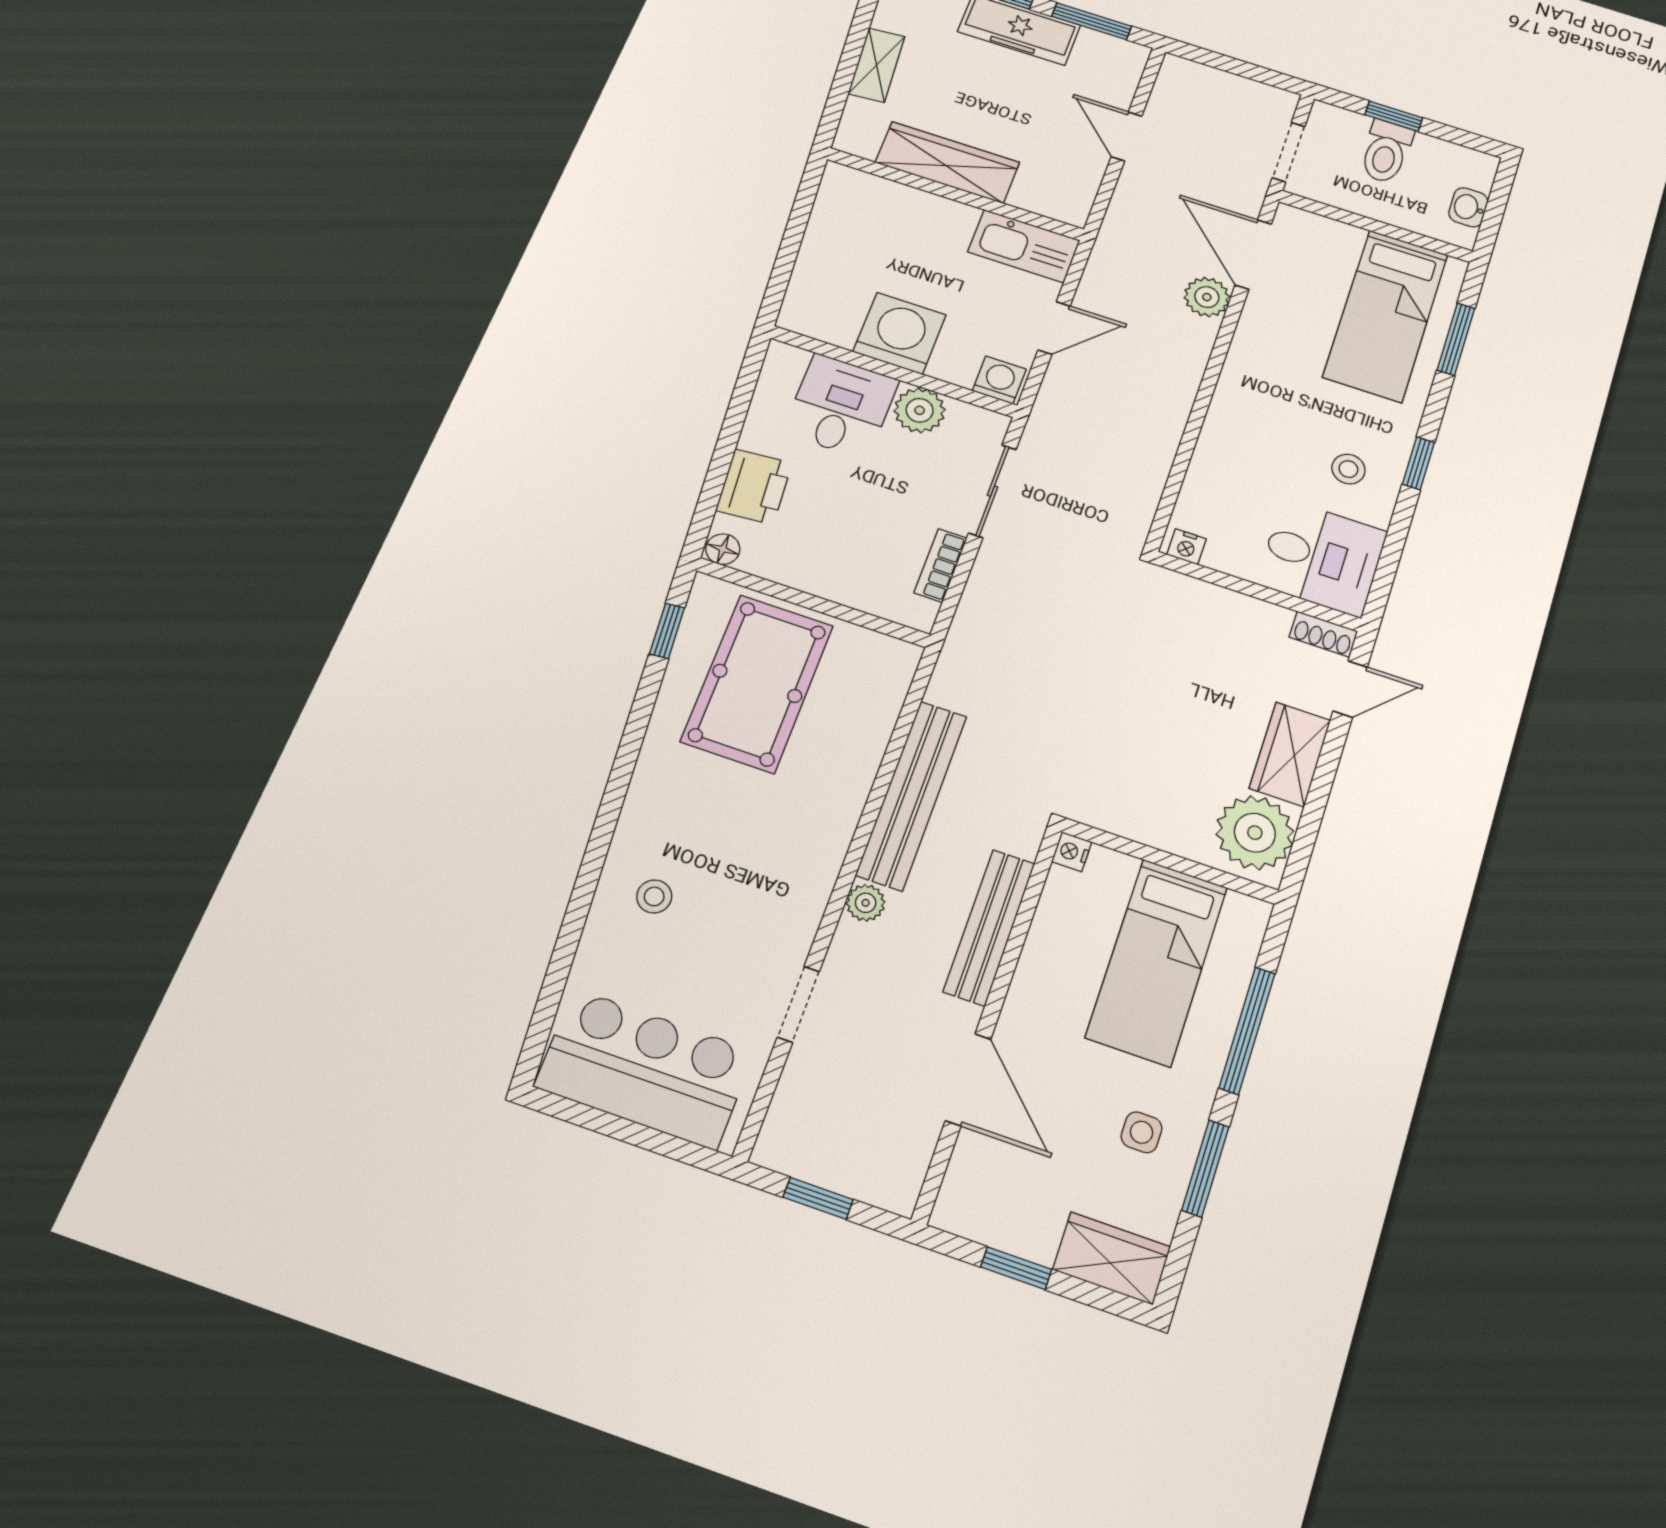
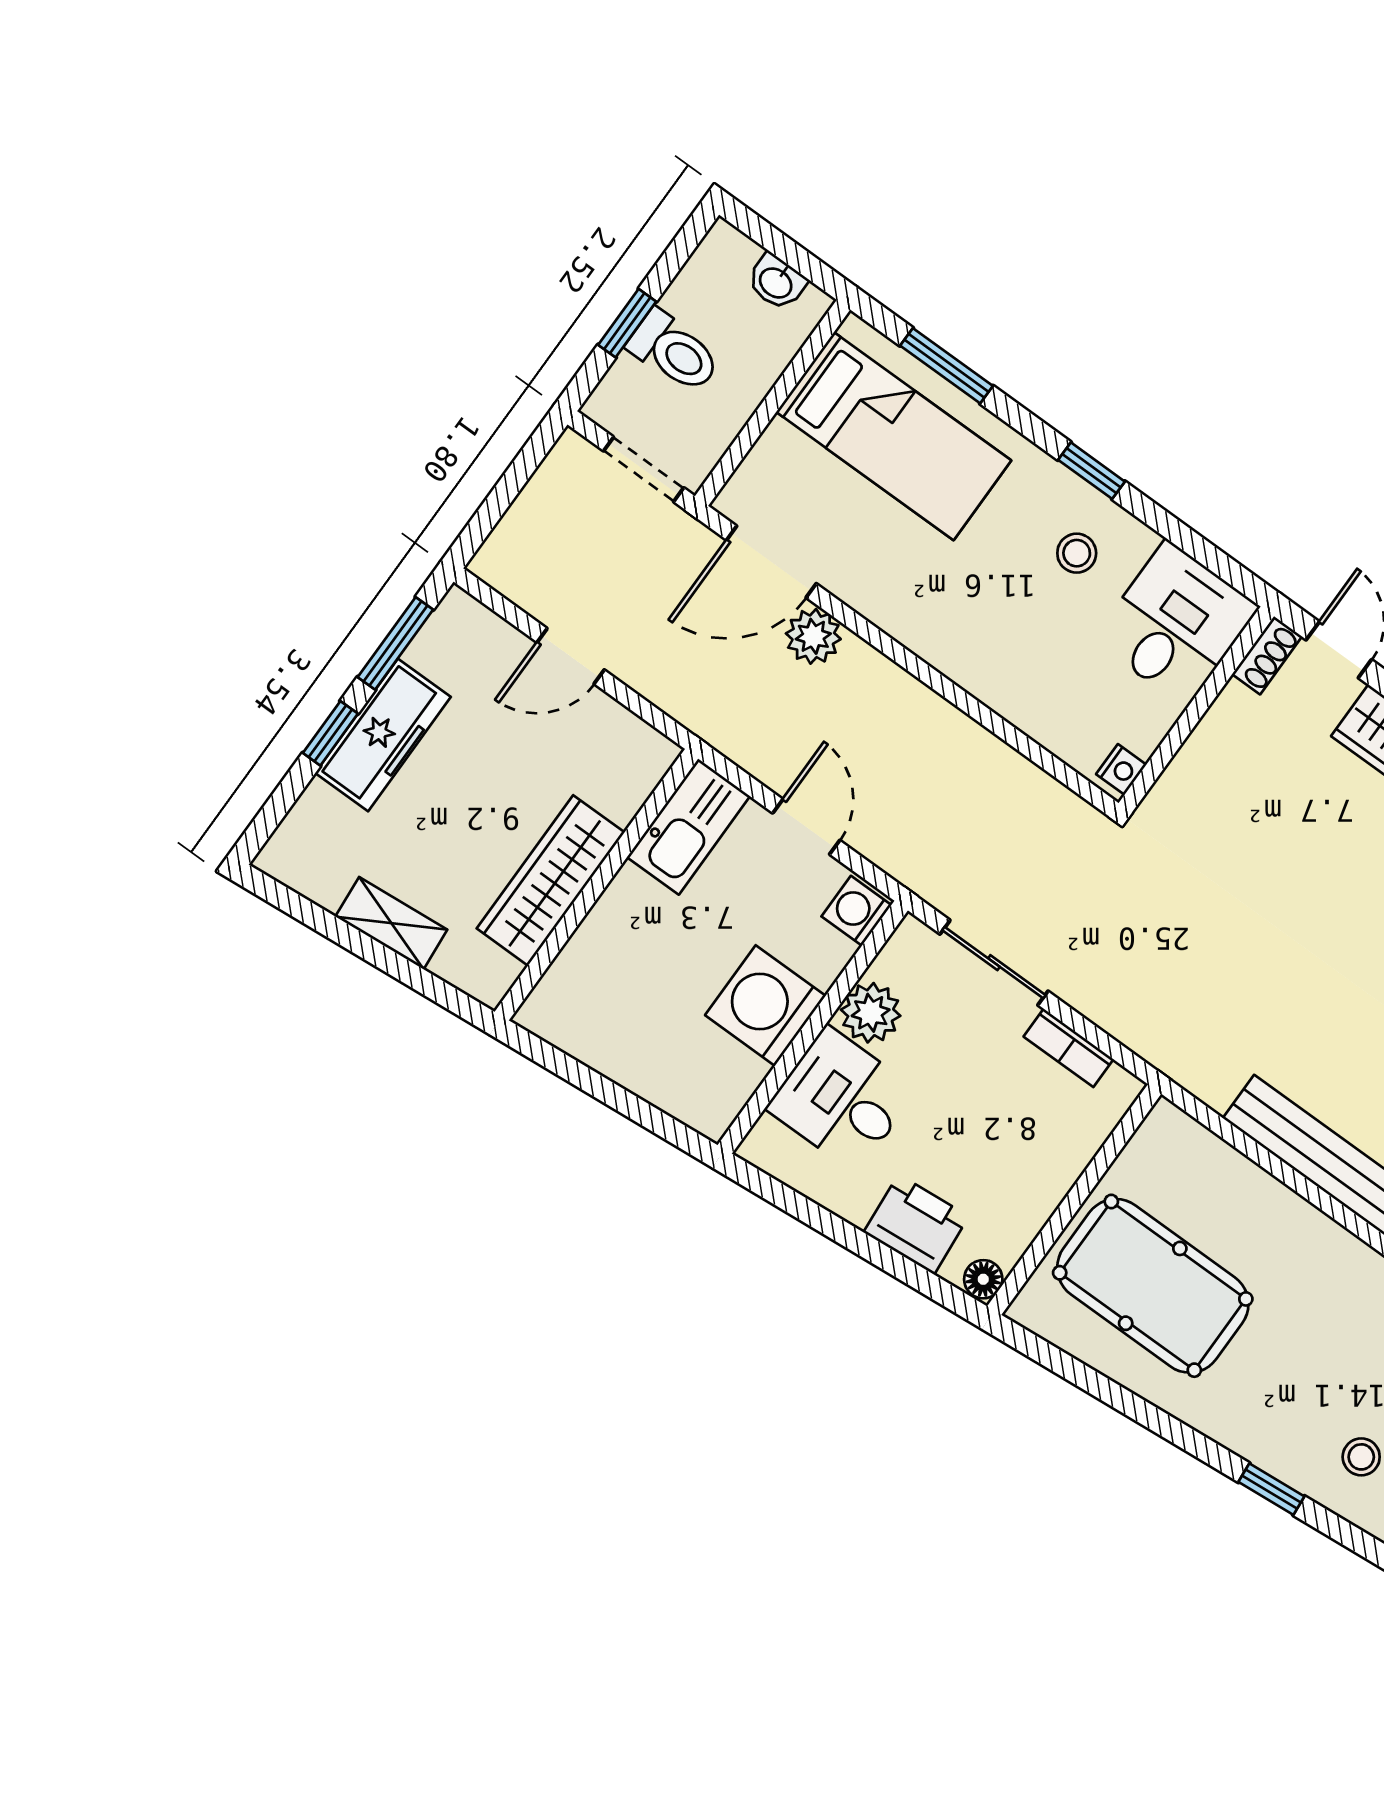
window: (667, 631) -> (1271, 1489), moved

